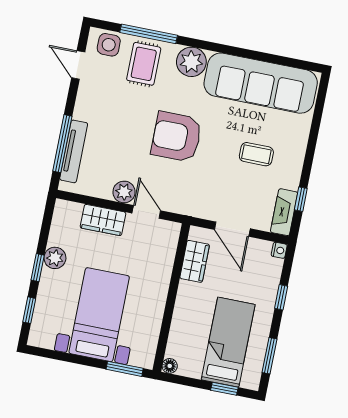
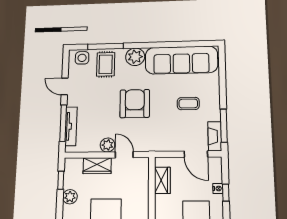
door: (78, 65) -> (65, 86), moved
armchair: (177, 137) -> (135, 104), turned 90
window: (301, 199) -> (224, 126), width x2.17
door: (232, 229) -> (196, 154), moved
nightstand: (279, 250) -> (218, 188), moved
window: (38, 268) -> (61, 180), moved

